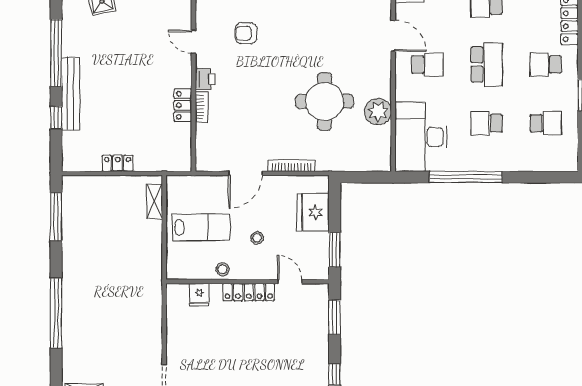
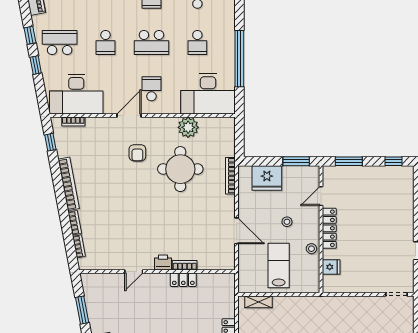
armchair: (246, 33) -> (137, 153), moved
school desk: (487, 64) -> (151, 43), turned 180
bookcase: (291, 166) -> (230, 176), moved

